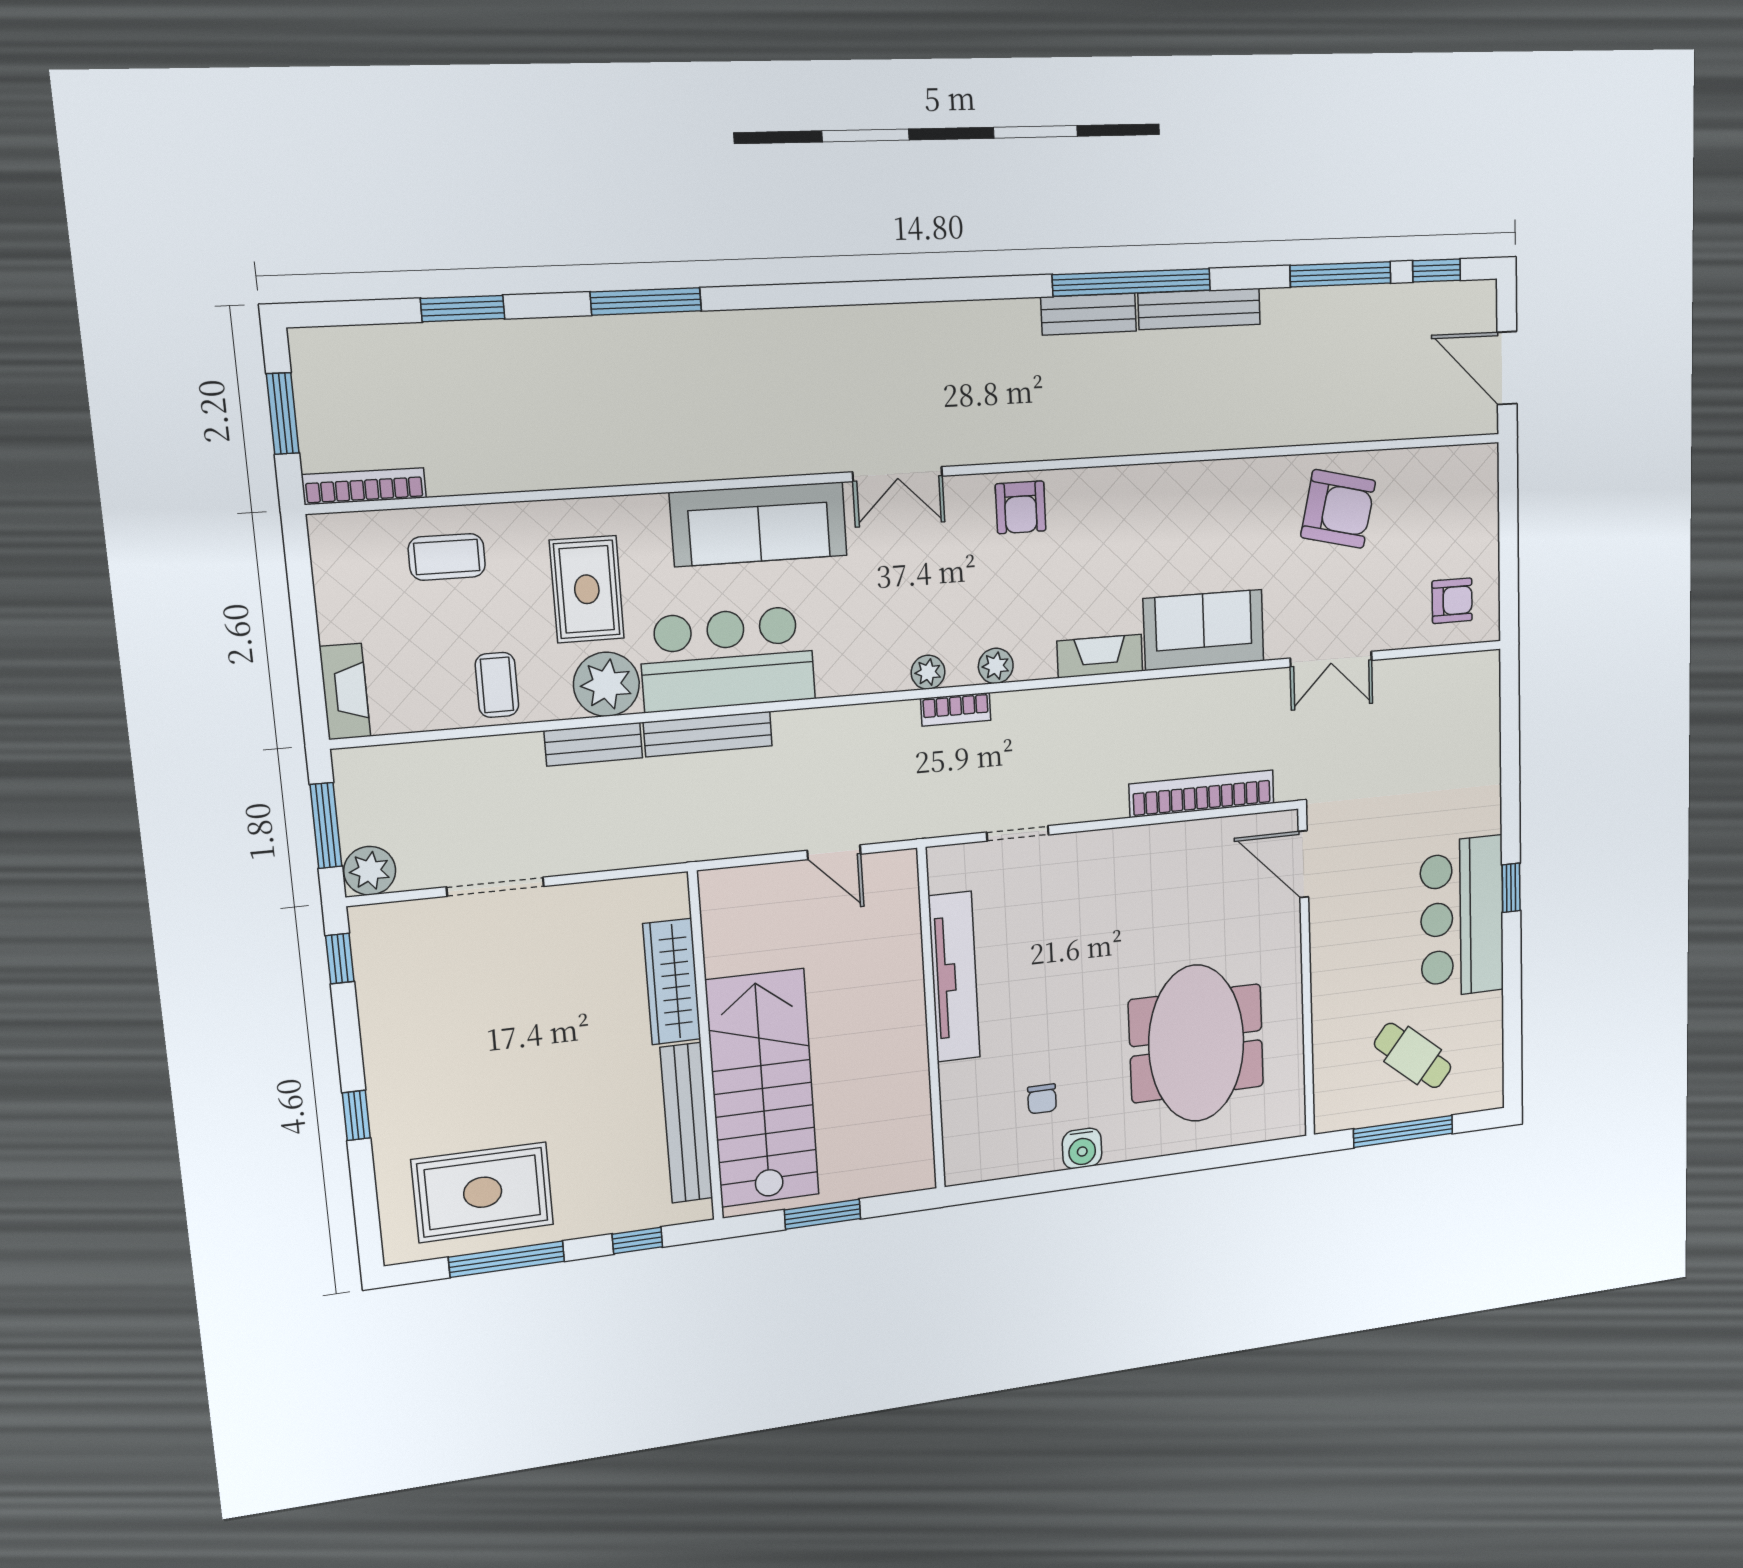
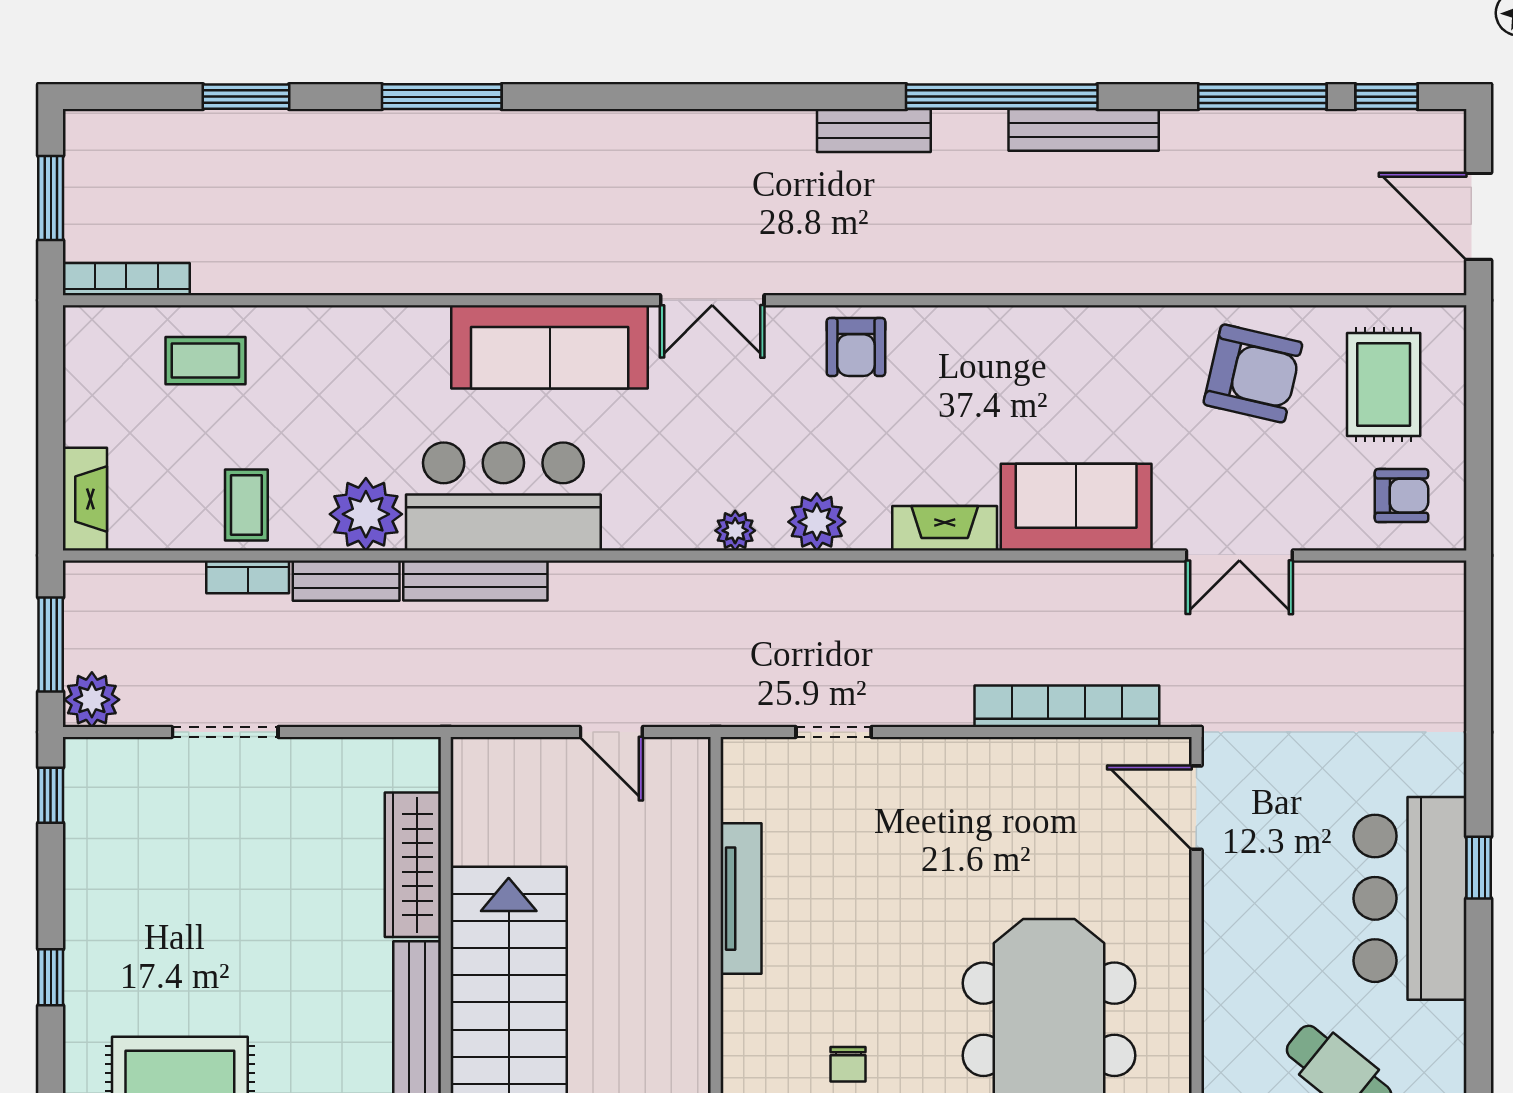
bench: (1089, 314) -> (874, 131), moved
rug: (587, 589) -> (1384, 385), moved
plant: (996, 666) -> (817, 522), width x1.38, depth x1.38
bookcase: (956, 709) -> (248, 577), moved
tv unit: (954, 977) -> (741, 899), width x0.73, depth x0.78

